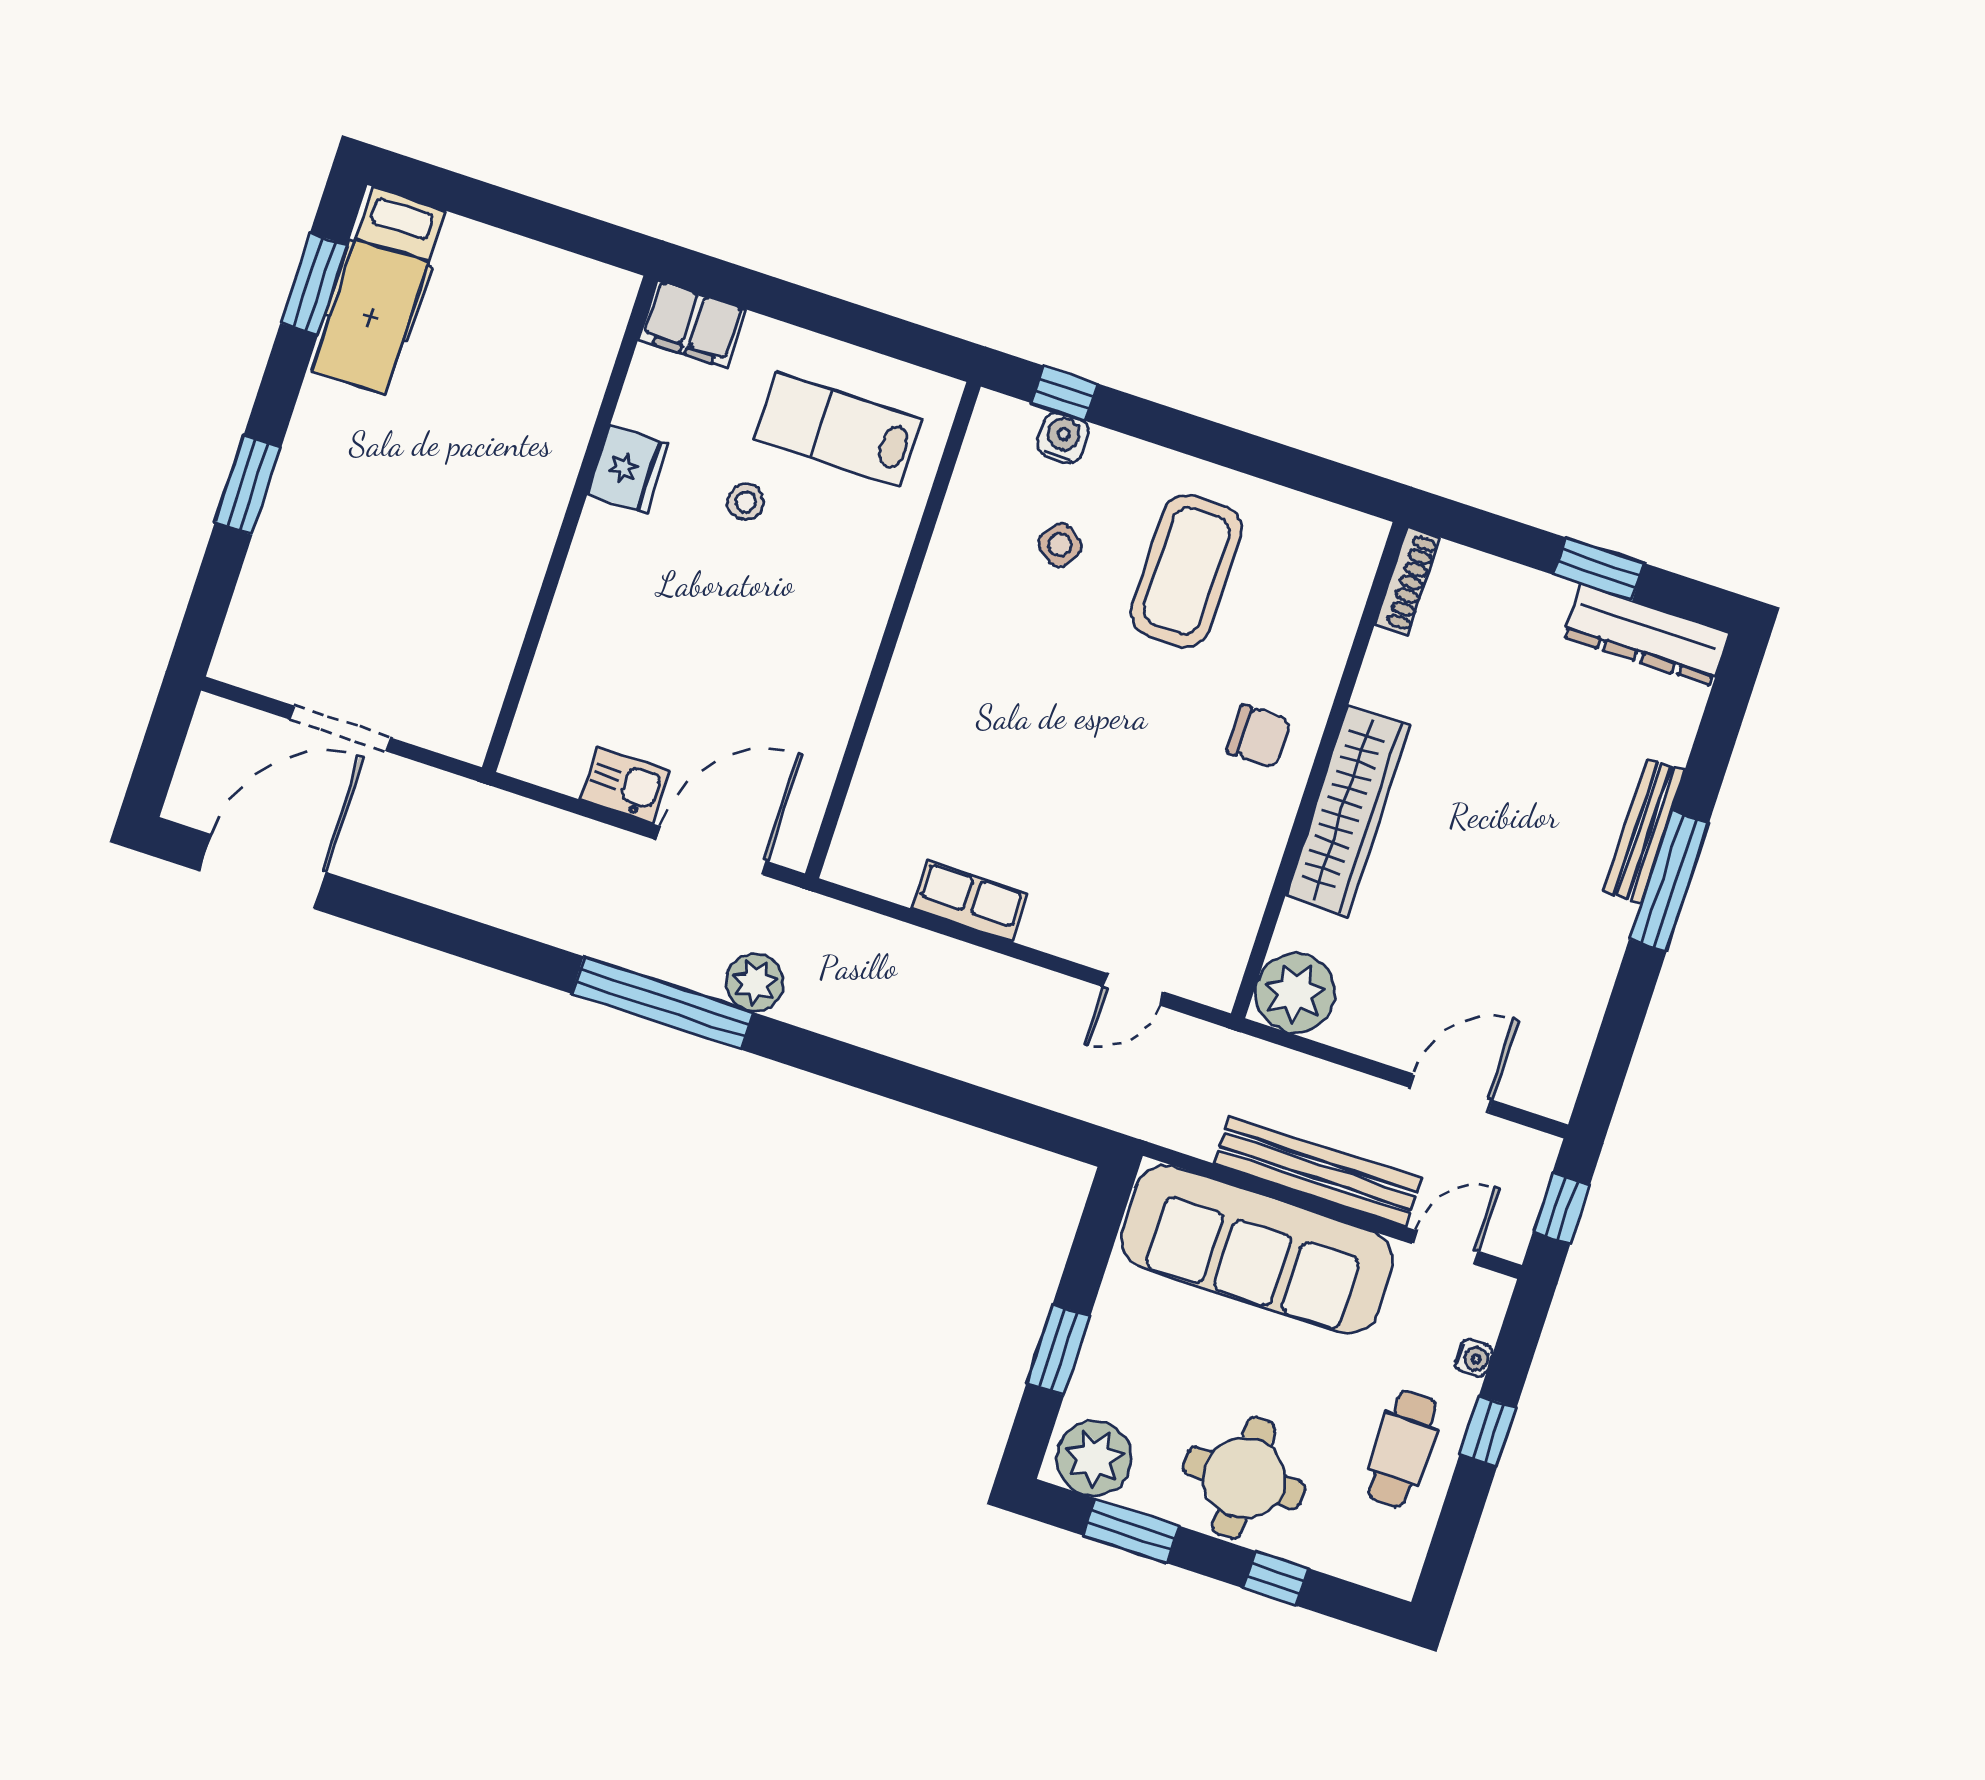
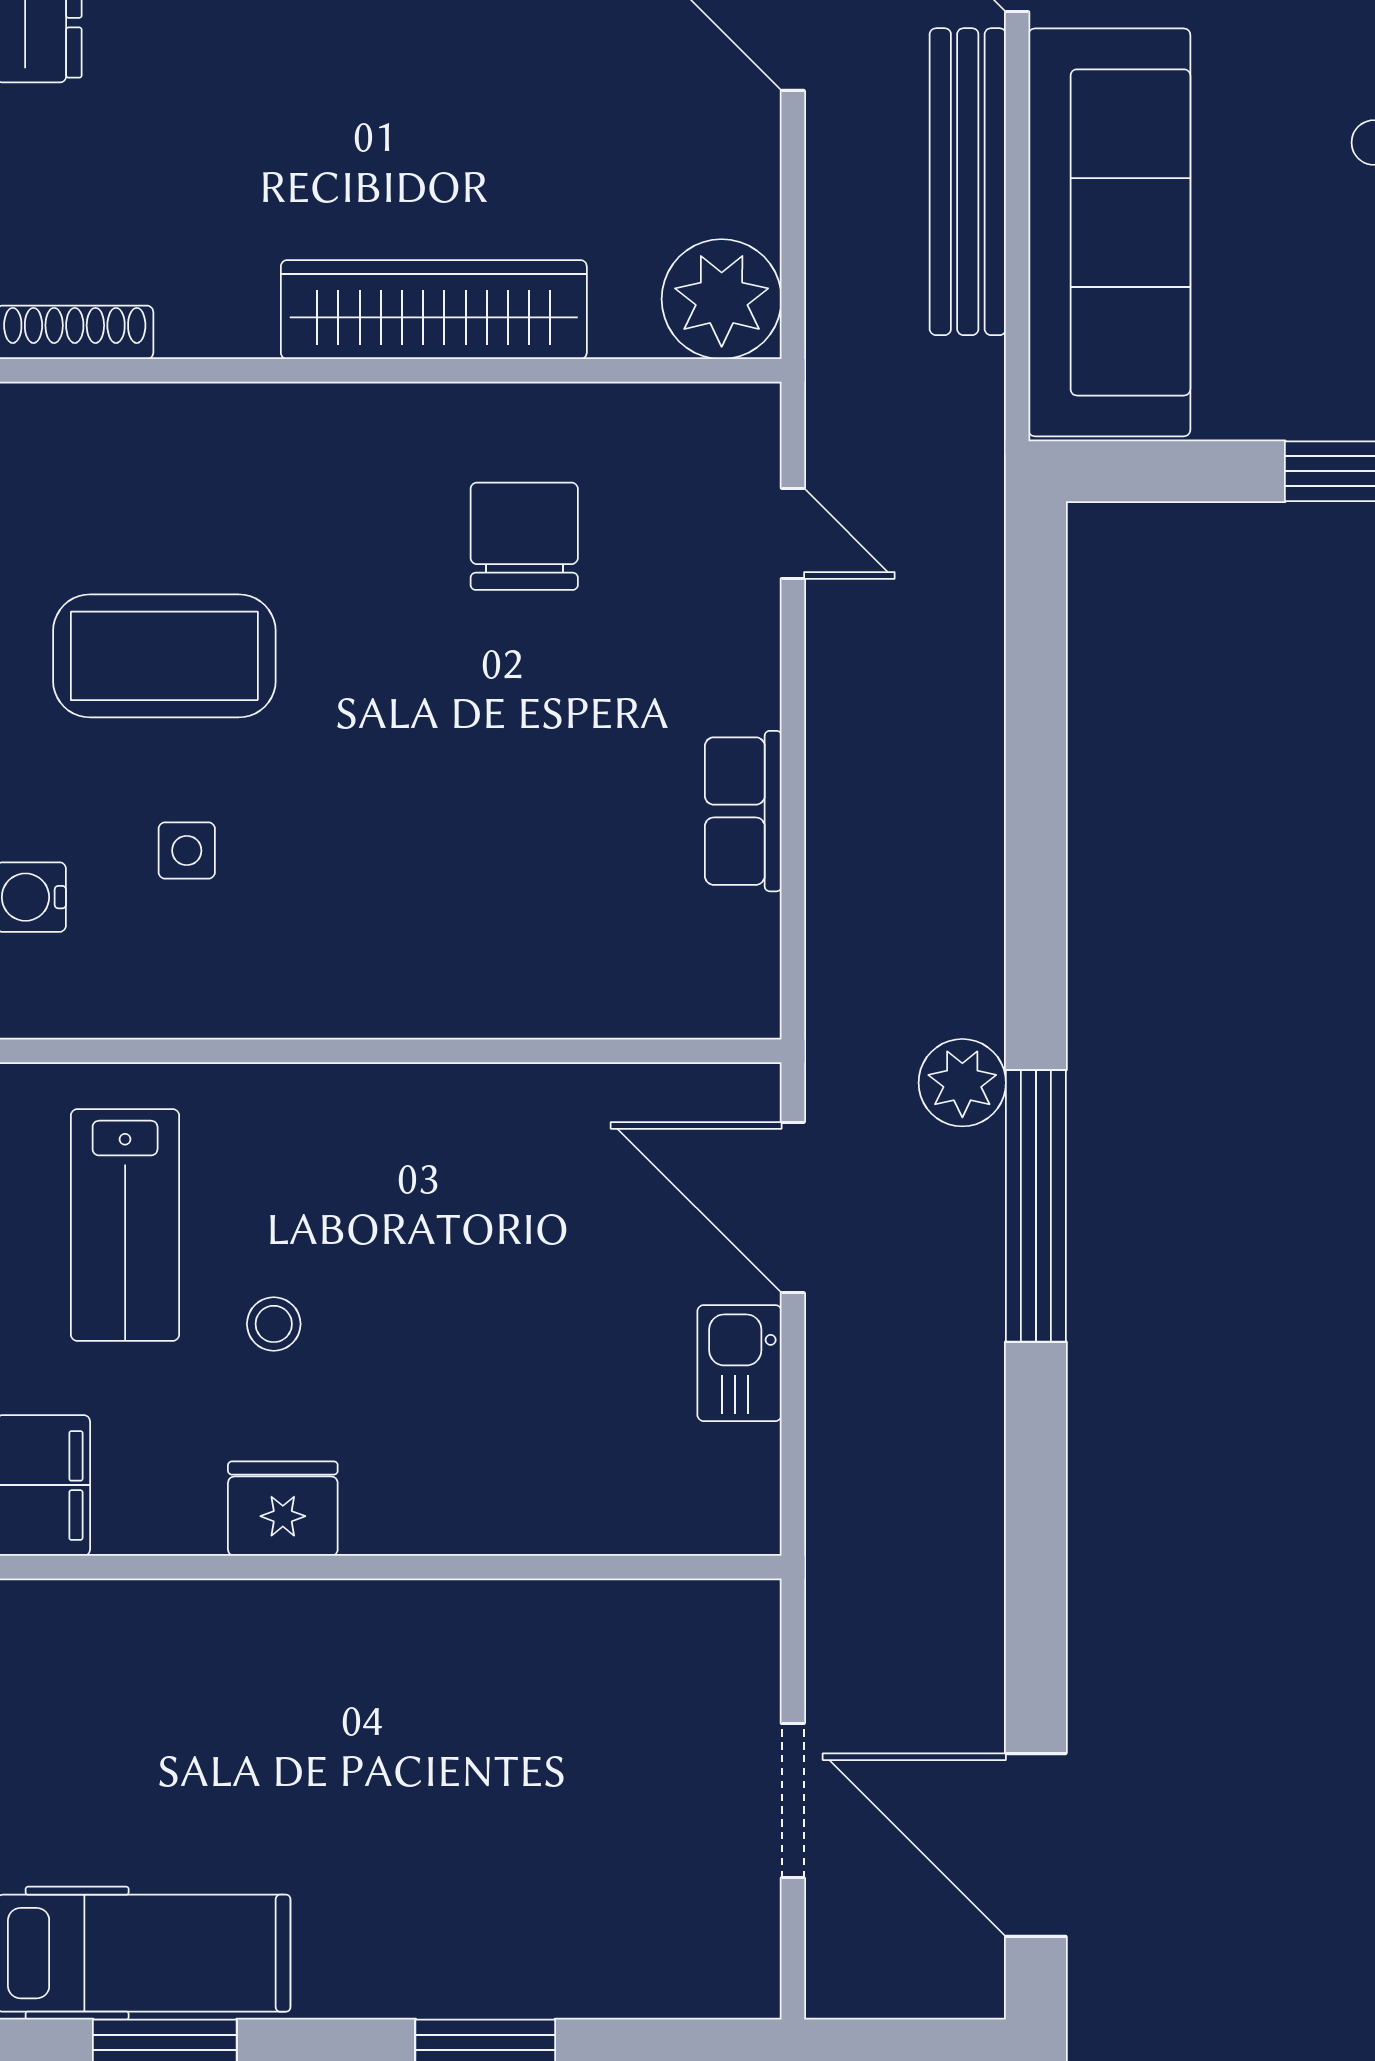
side table: (1060, 545) -> (187, 851), turned -35
chair: (1259, 736) -> (524, 536), moved, width x1.37, depth x1.37

